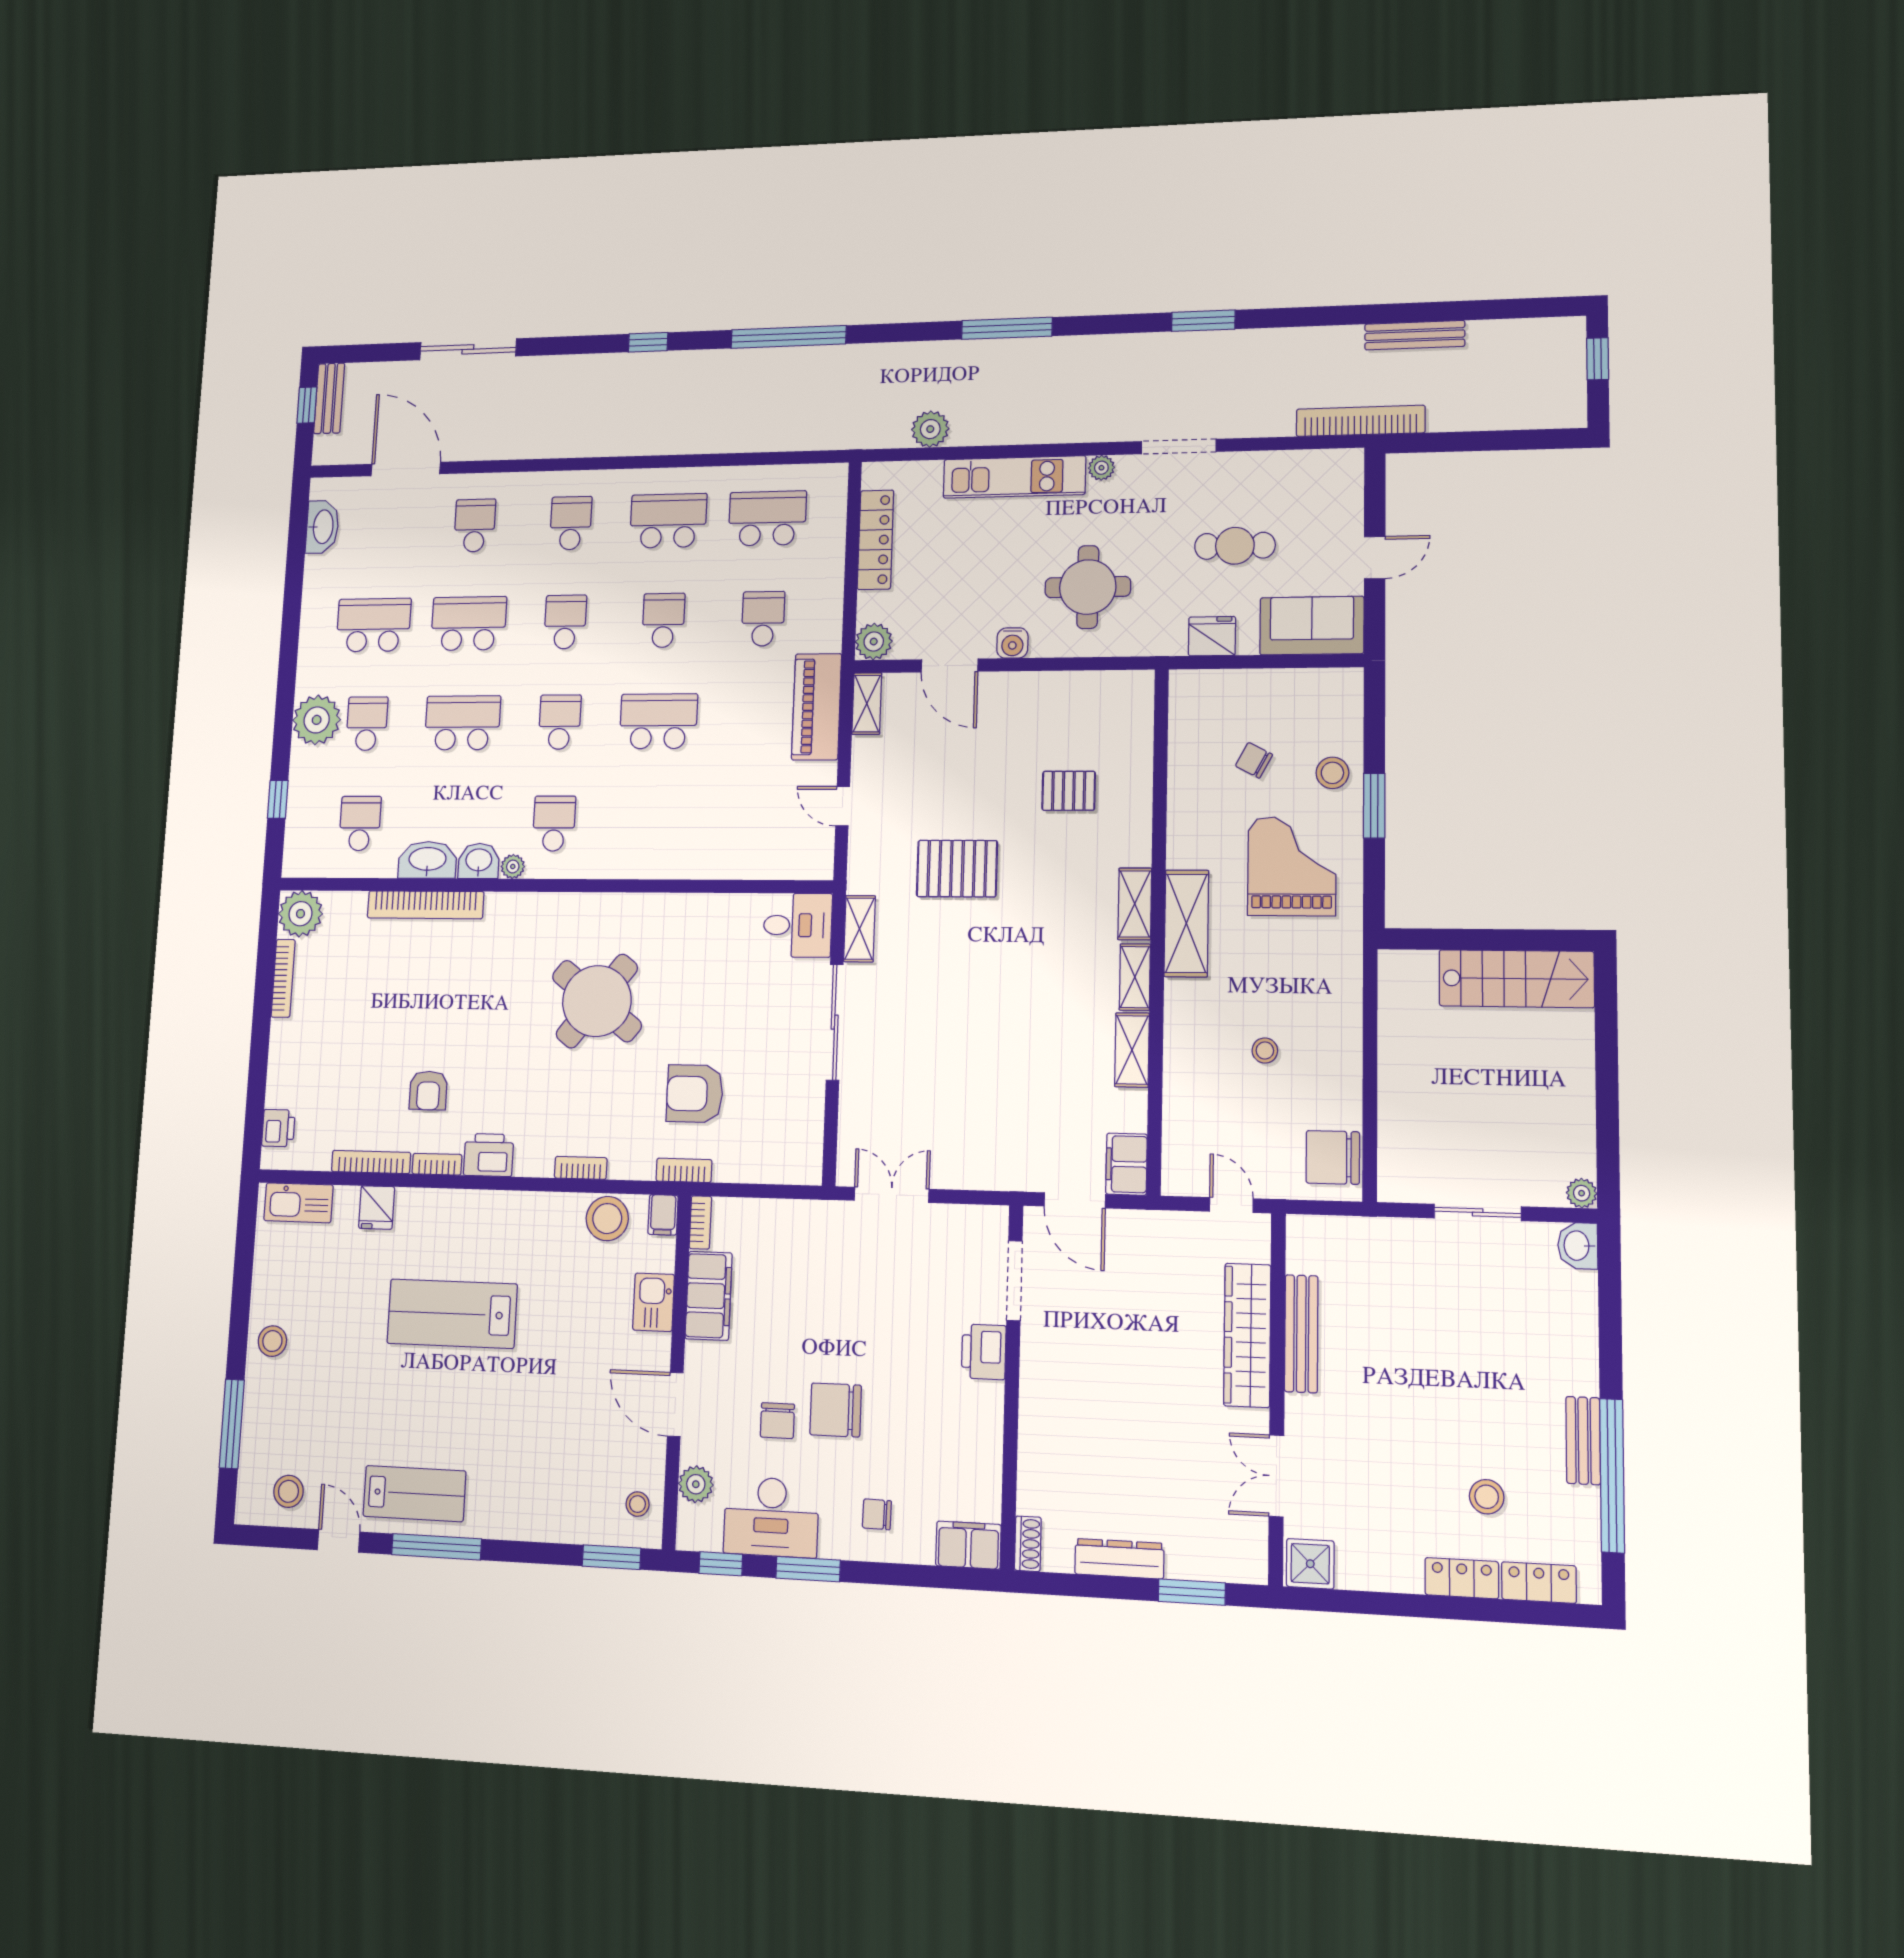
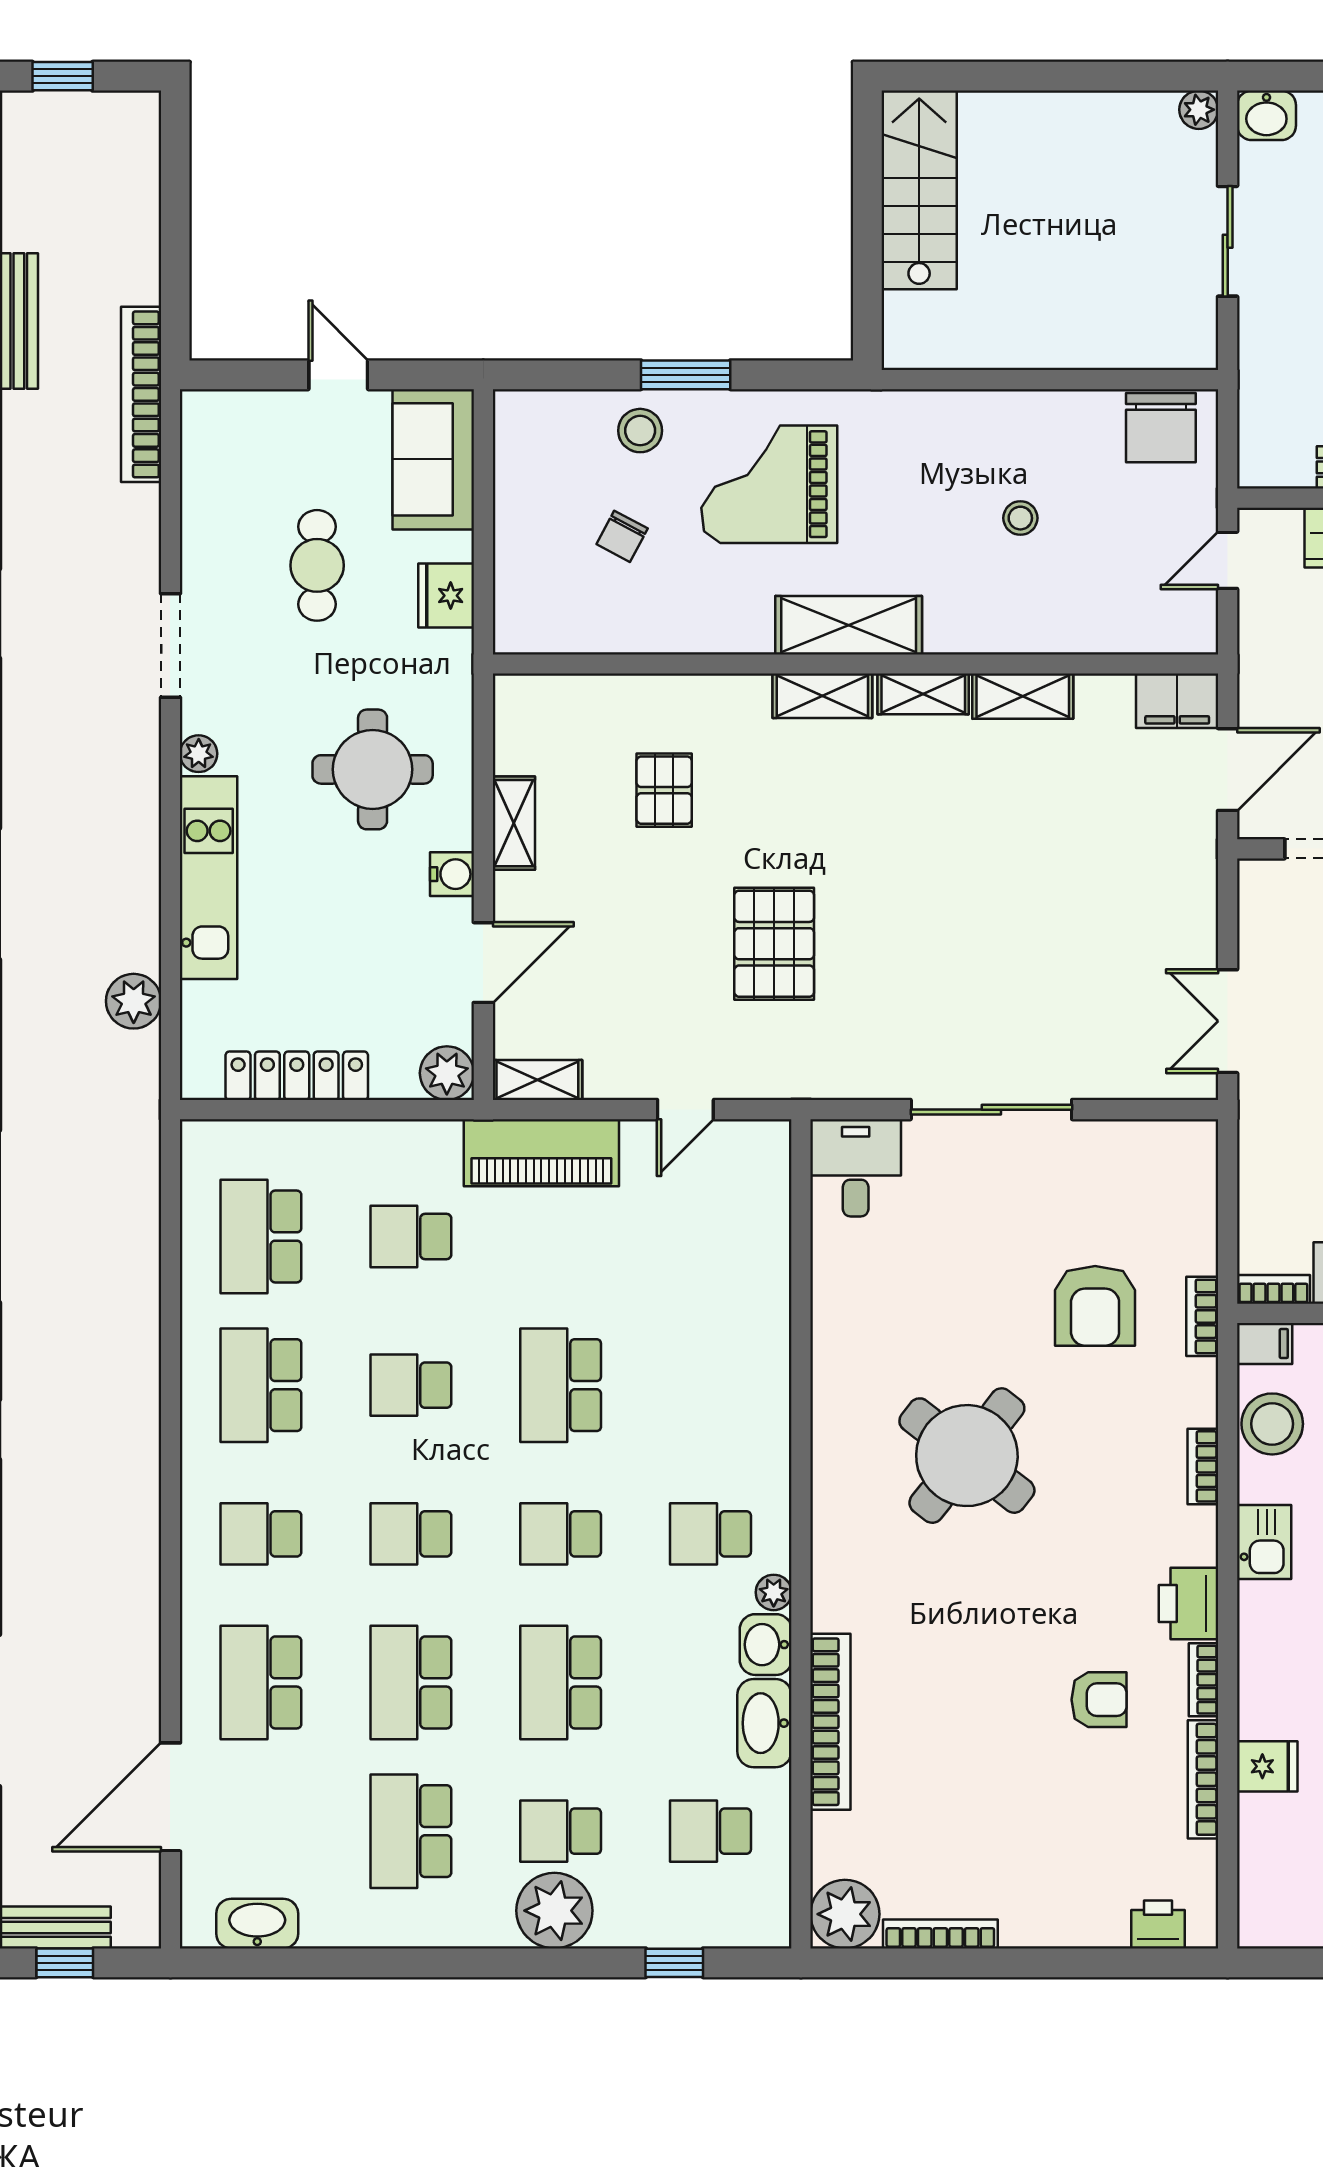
school desk: (475, 525) -> (261, 1682), width x1.85
shelving: (859, 929) -> (514, 823), moved, turned 90
kitchen sink: (298, 1203) -> (1264, 1542), moved, width x0.73

